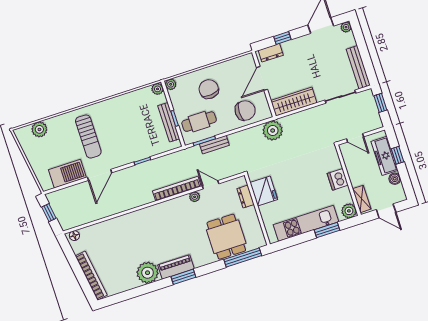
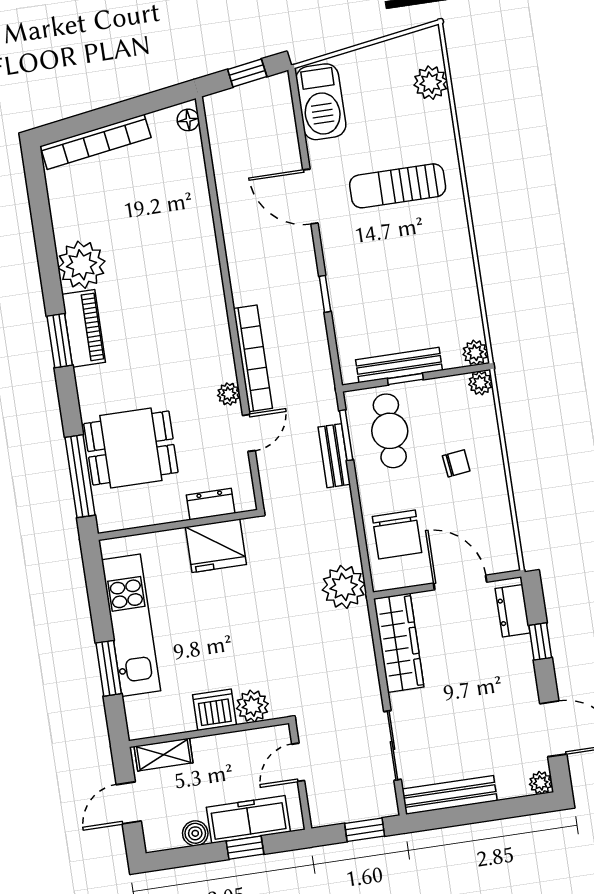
chair: (209, 89) -> (456, 463), width x0.54, depth x0.54
barbecue: (67, 174) -> (321, 102), moved
plant: (349, 211) -> (252, 706), moved

